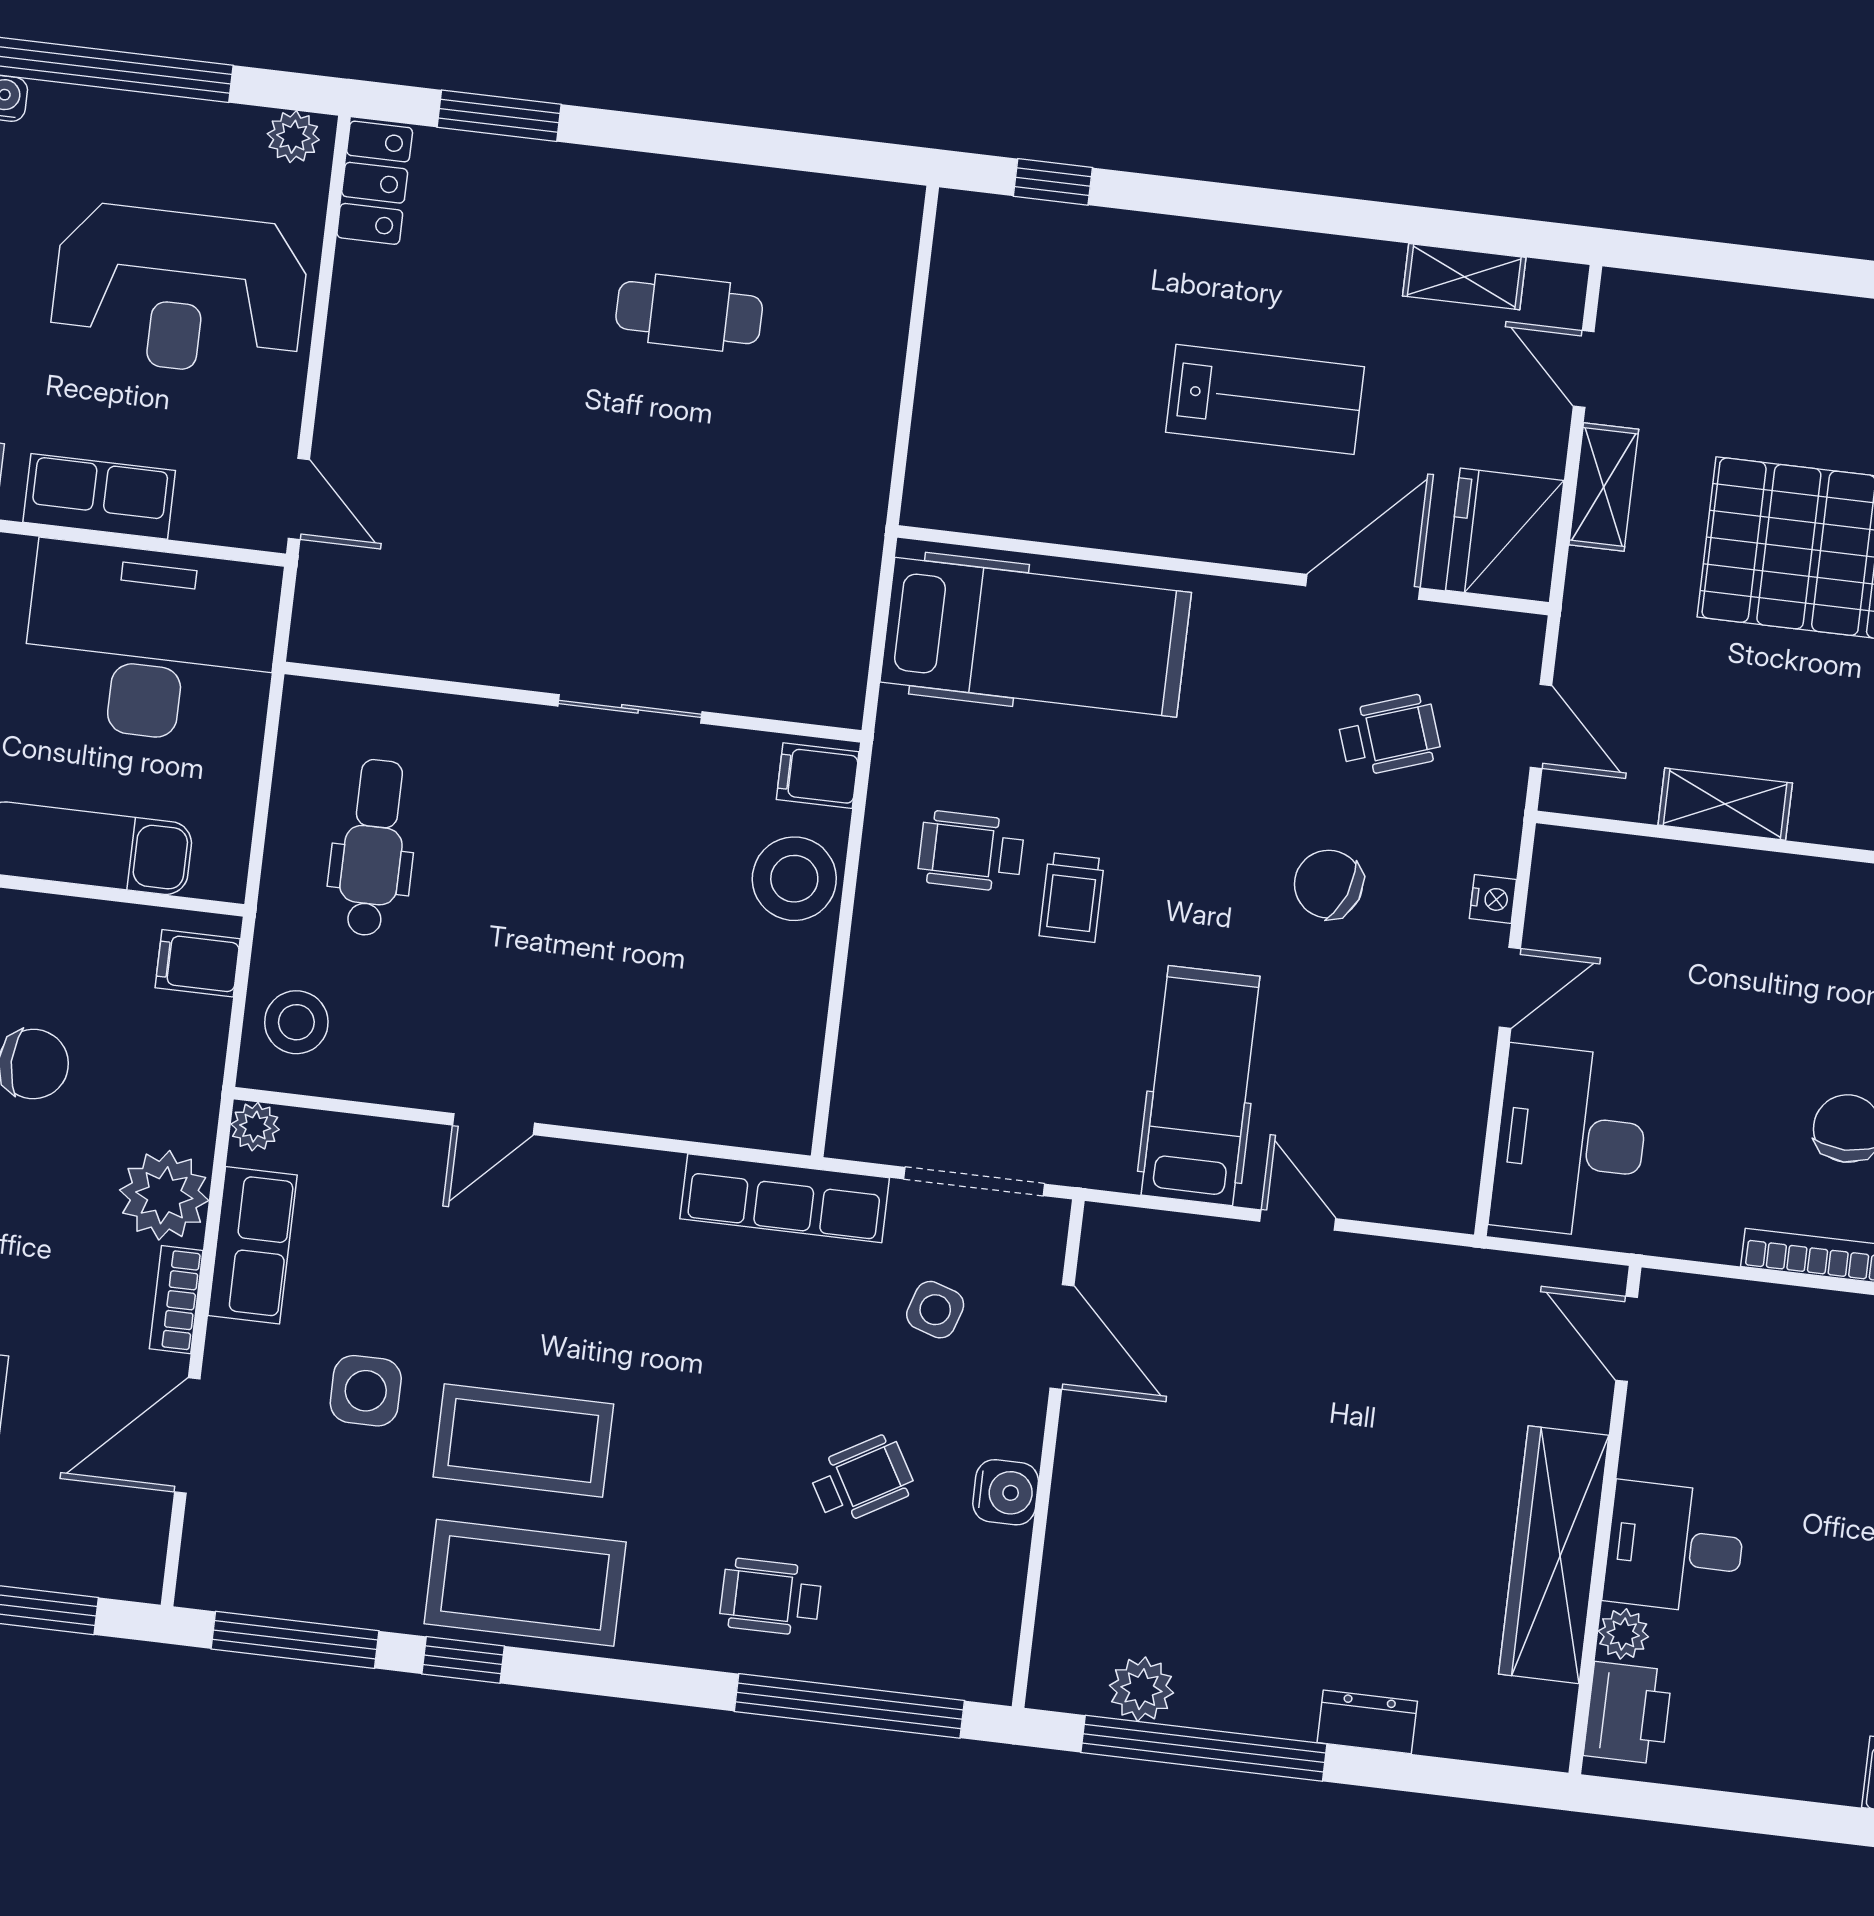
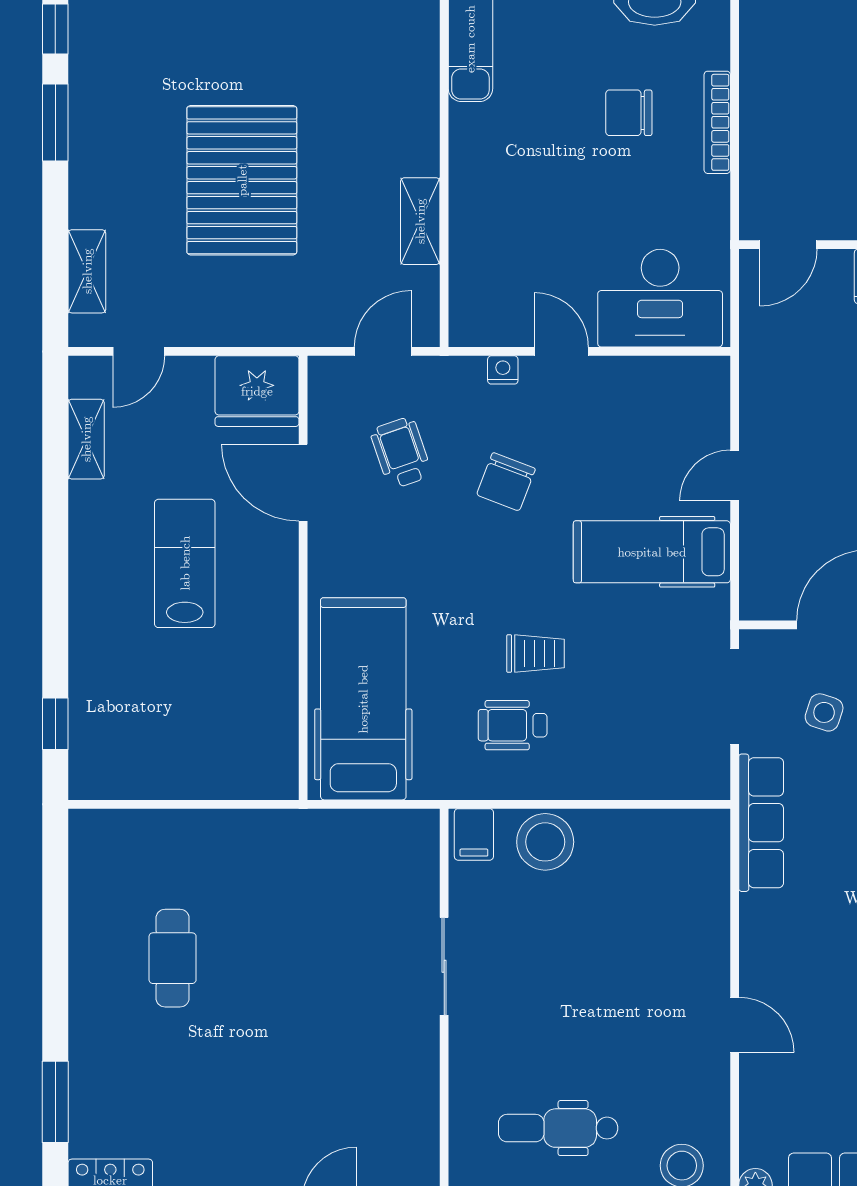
shelving: (1604, 487) -> (87, 271), moved, turned 90
wheelchair: (971, 851) -> (513, 725), turned 90

